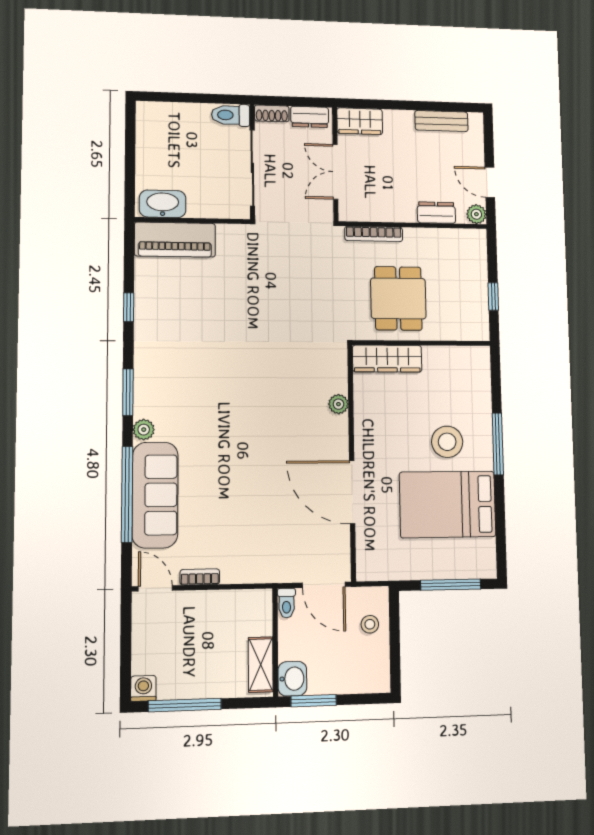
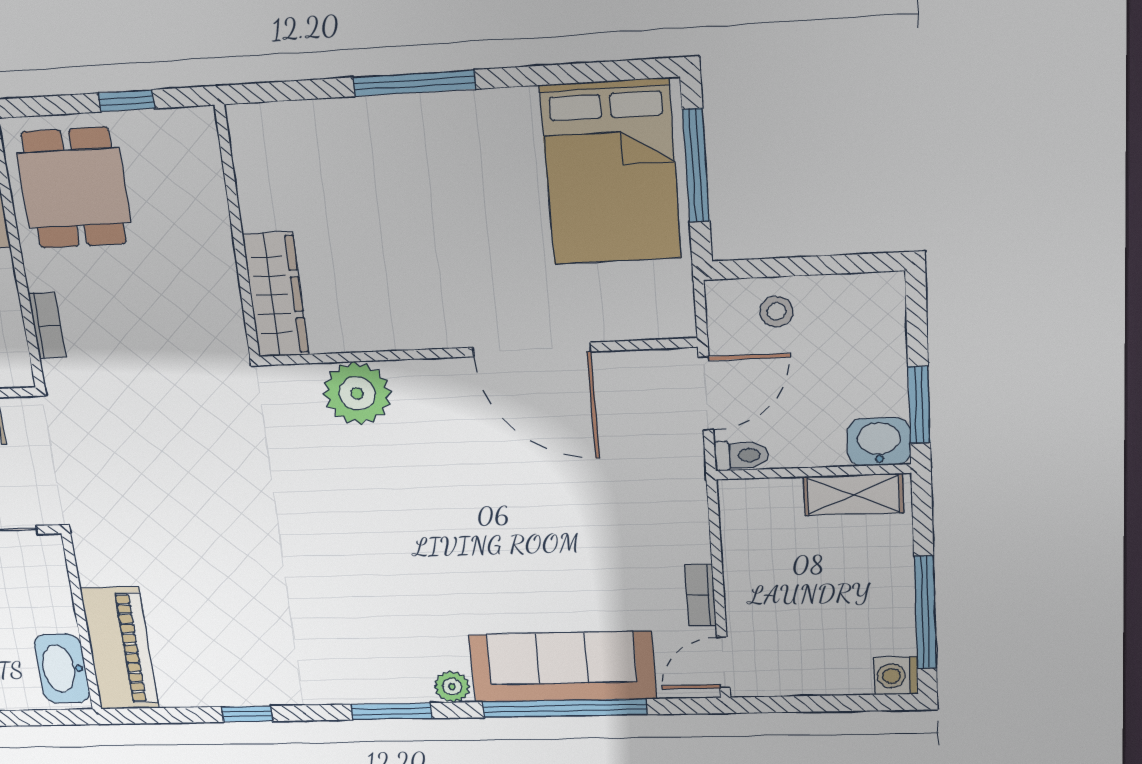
bookcase: (374, 234) -> (47, 326), width x0.64
dining table: (398, 298) -> (74, 188), moved, turned 90
plant: (338, 404) -> (357, 393), width x1.88, depth x1.88
stool: (447, 442) -> (420, 181), removed
door: (352, 492) -> (532, 350), hinge flipped
bed: (448, 504) -> (611, 172), moved

